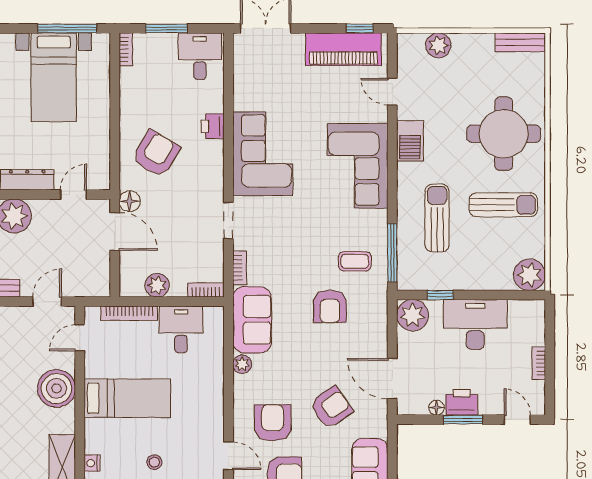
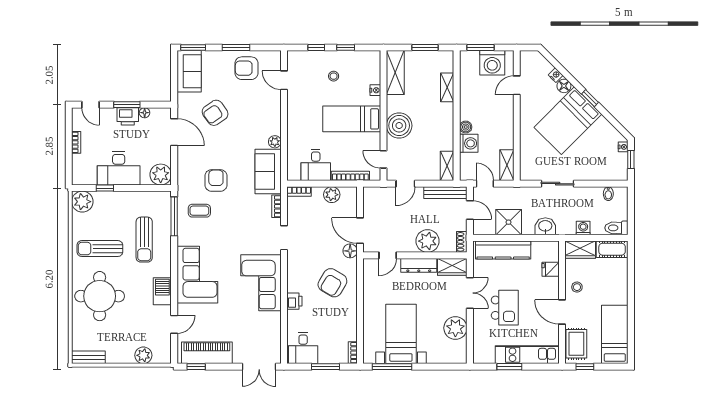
door: (392, 92) -> (174, 324), hinge flipped
window: (440, 295) -> (105, 188), moved
door: (80, 338) -> (383, 159), swing flipped
armchair: (273, 423) -> (254, 102), removed
nightstand: (92, 463) -> (375, 90), moved

